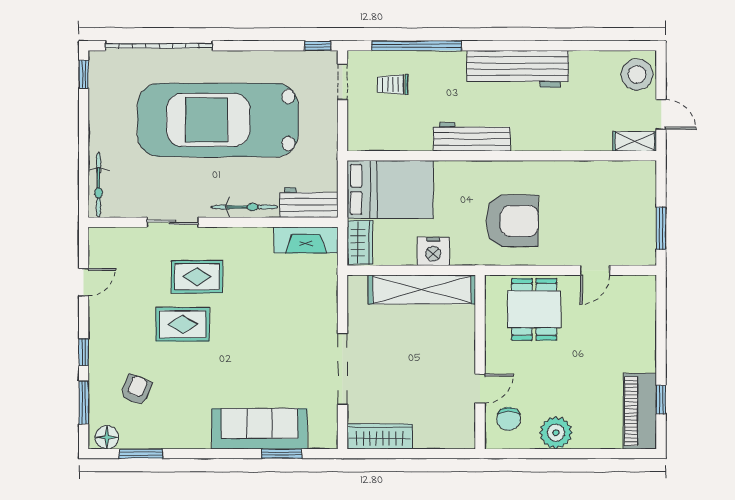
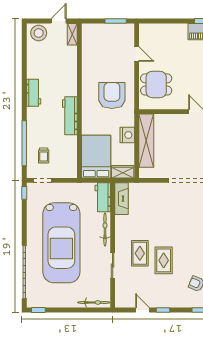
workbench: (518, 69) -> (34, 93), width x0.53, depth x0.76
window: (84, 352) -> (163, 310), moved

